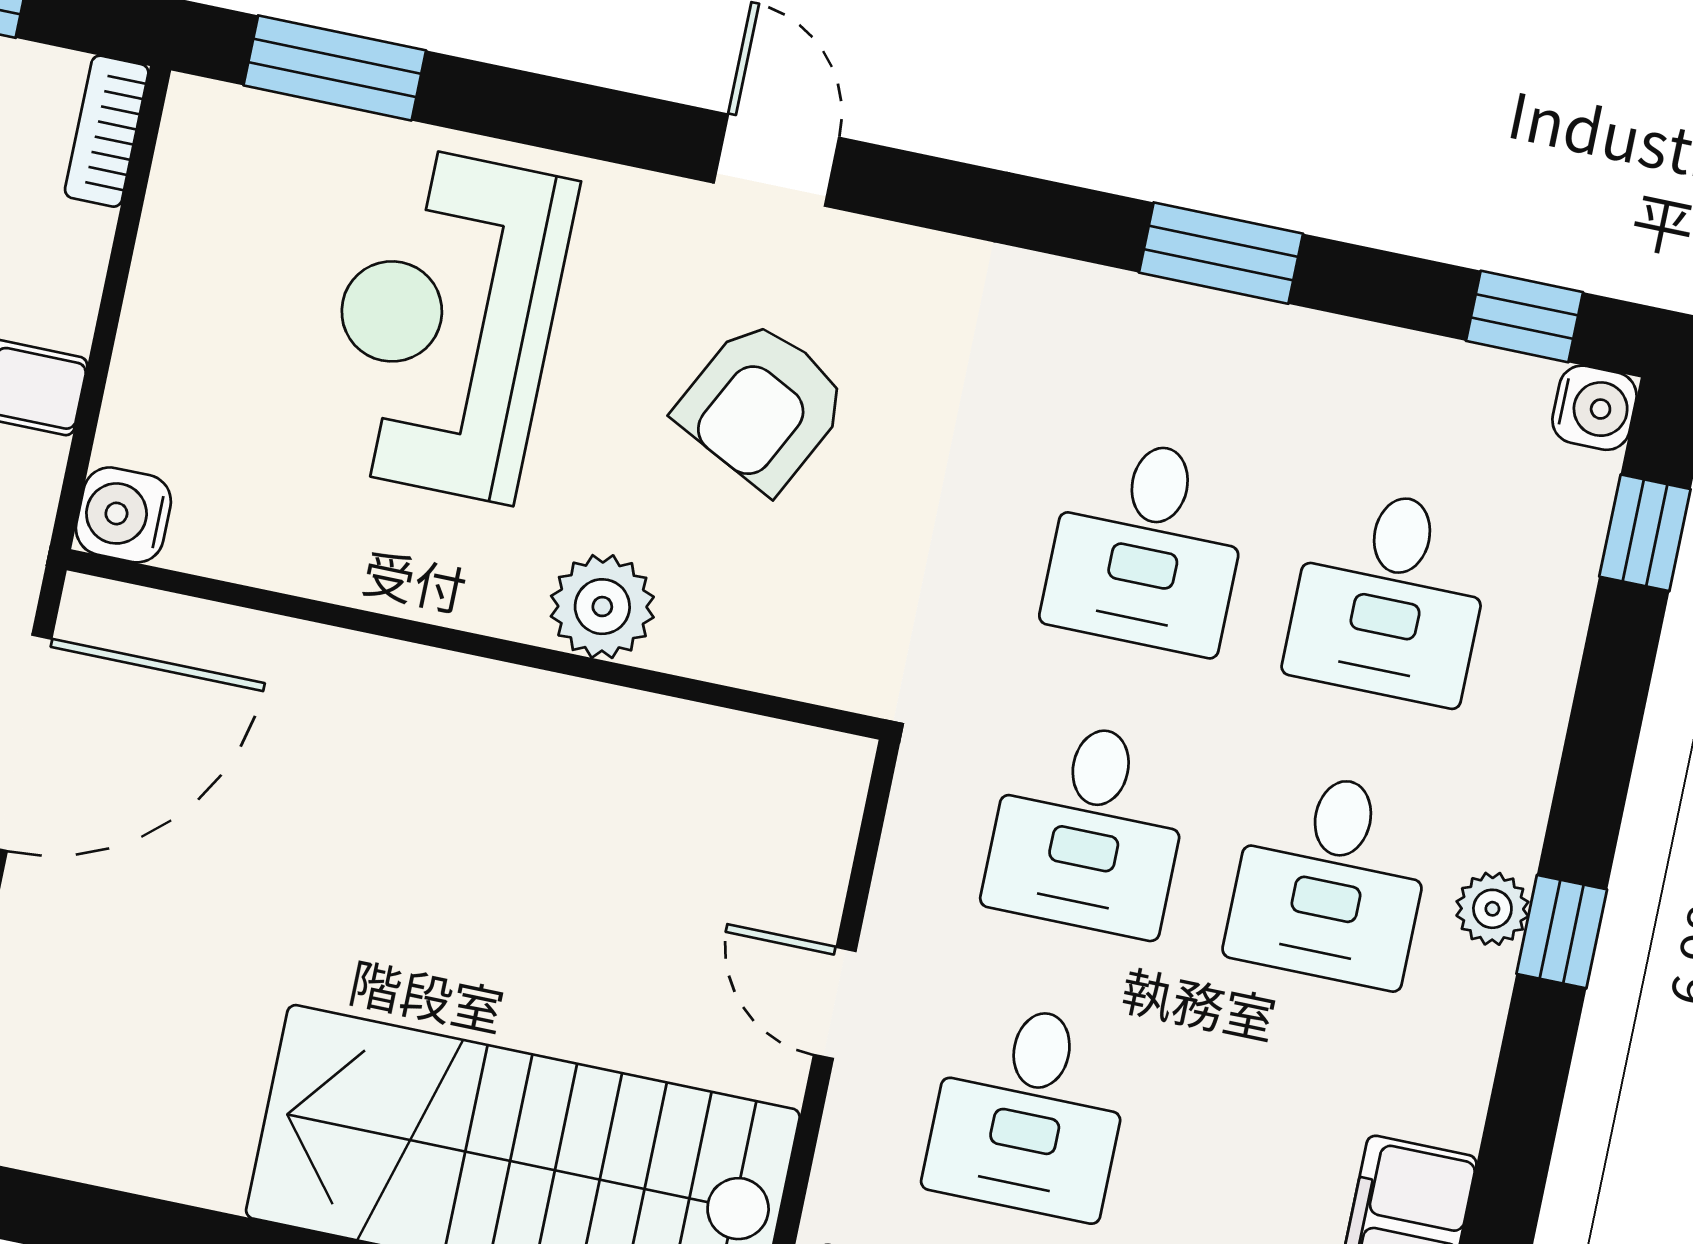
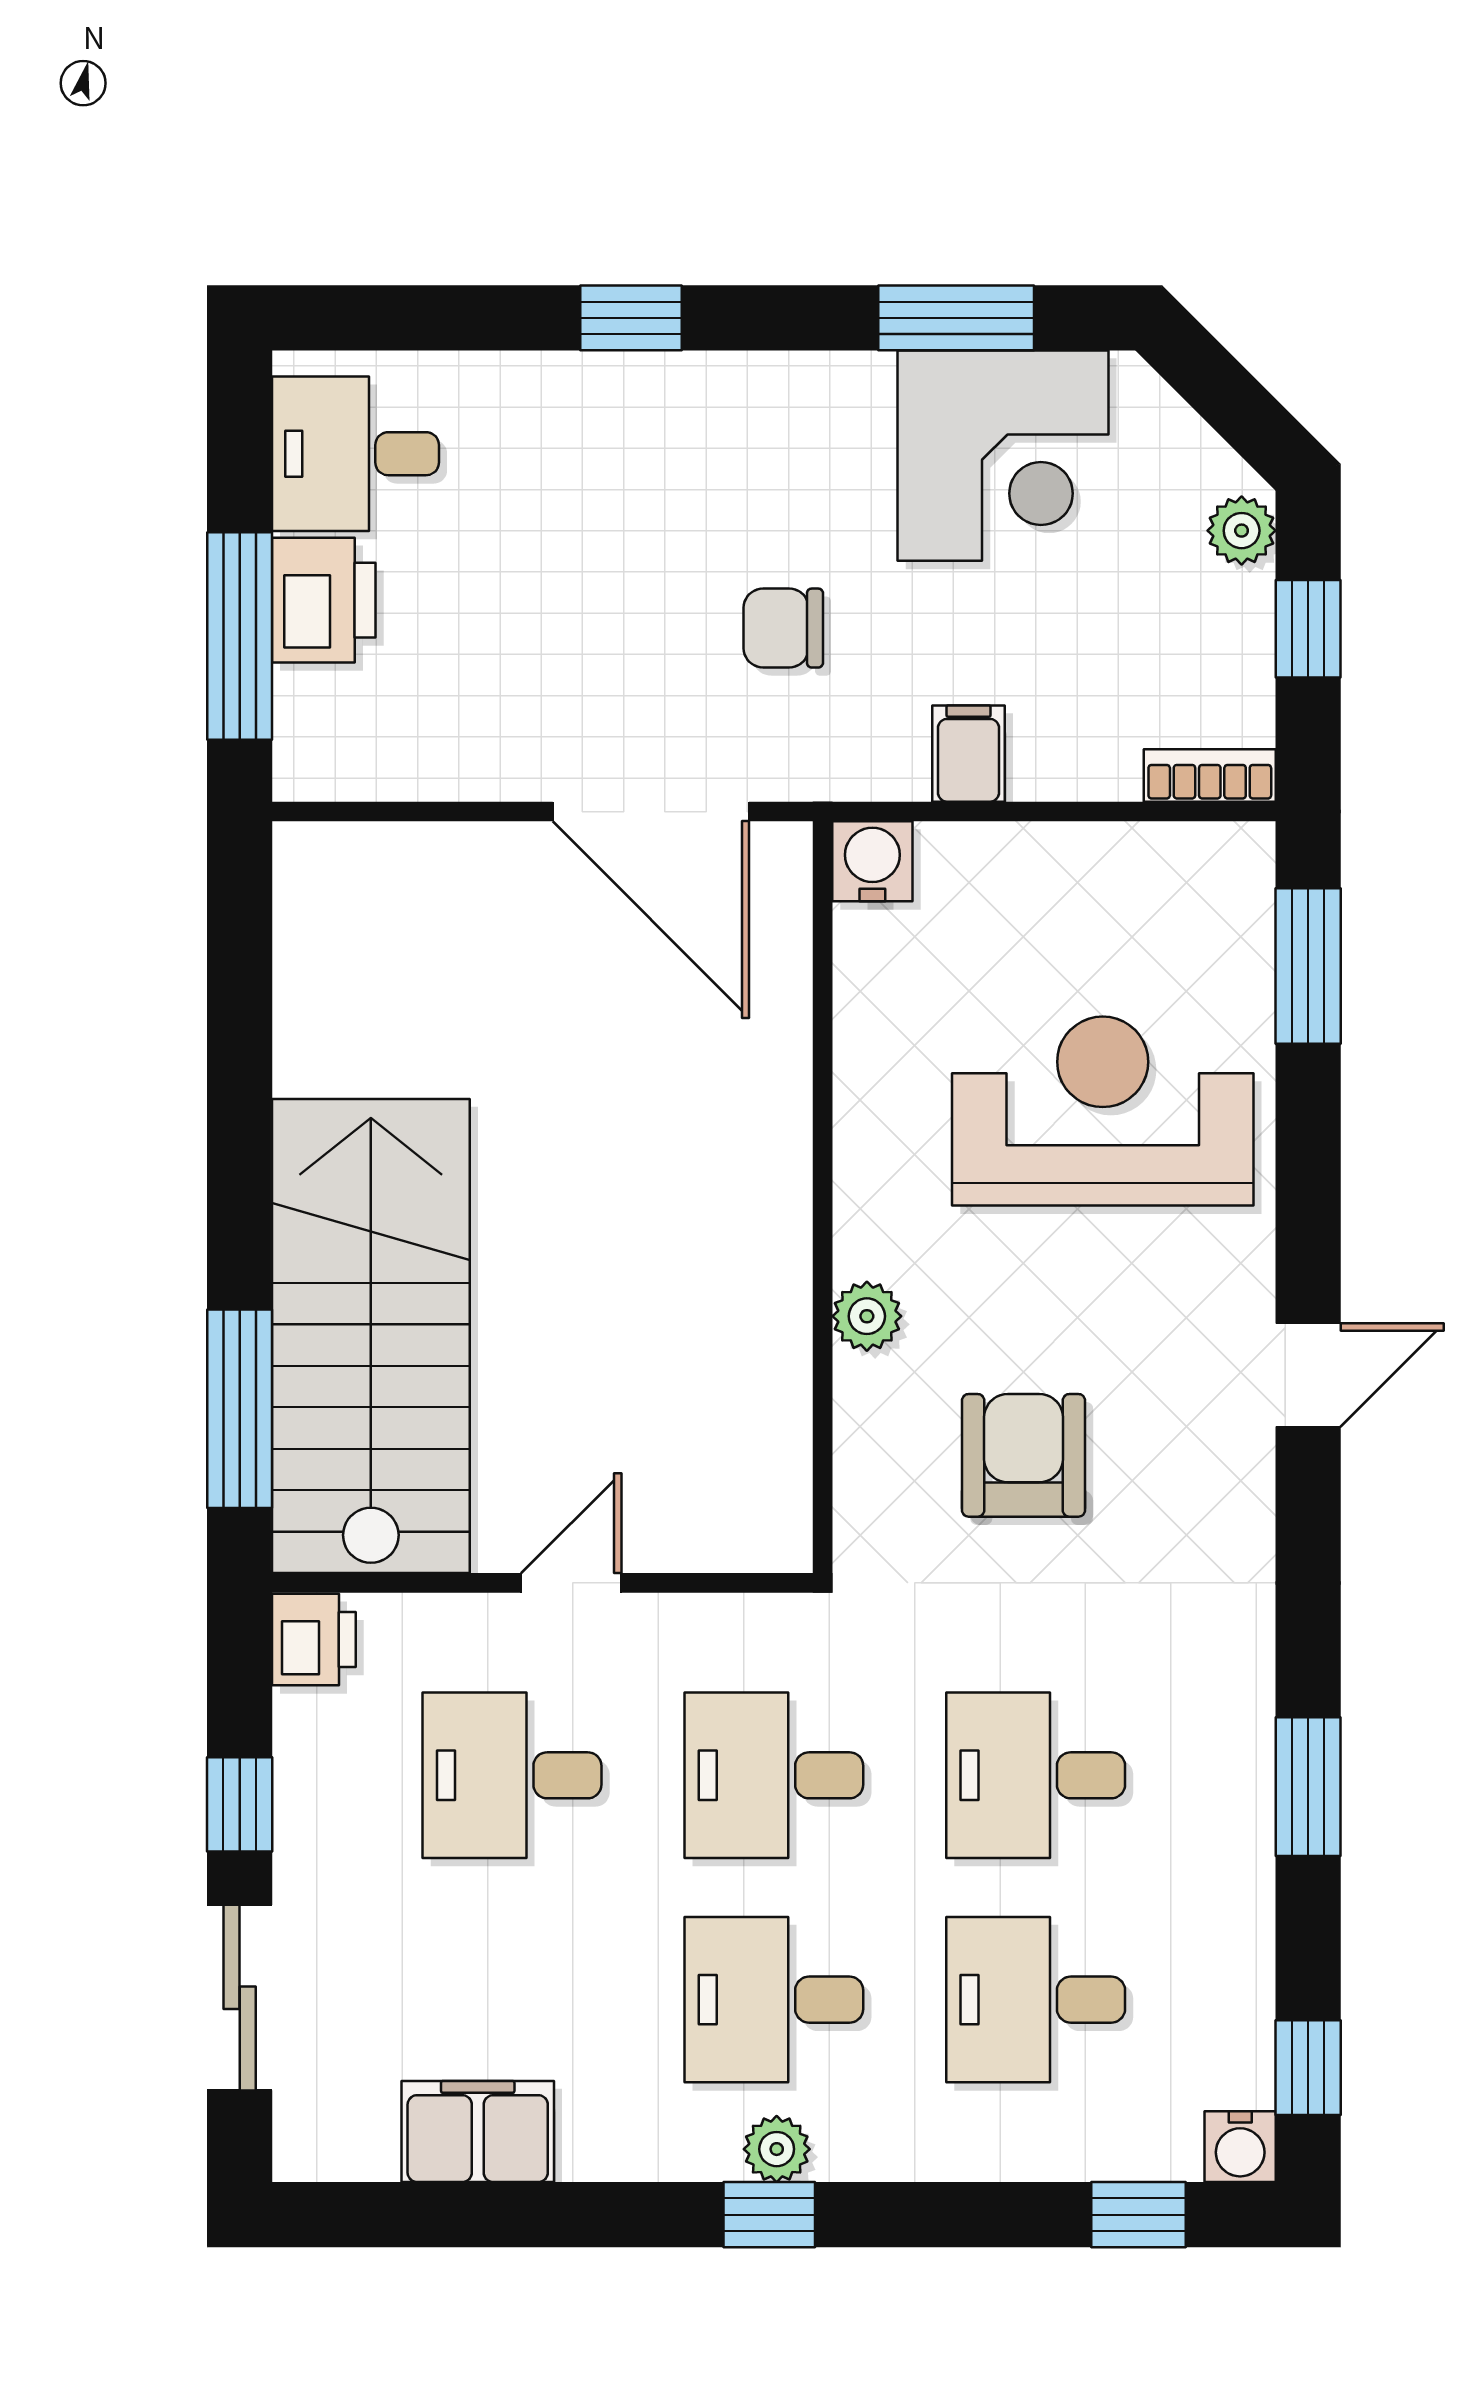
armchair: (763, 405) -> (1024, 1455), moved, turned 63
plant: (602, 607) -> (867, 1316), width x0.73, depth x0.73

